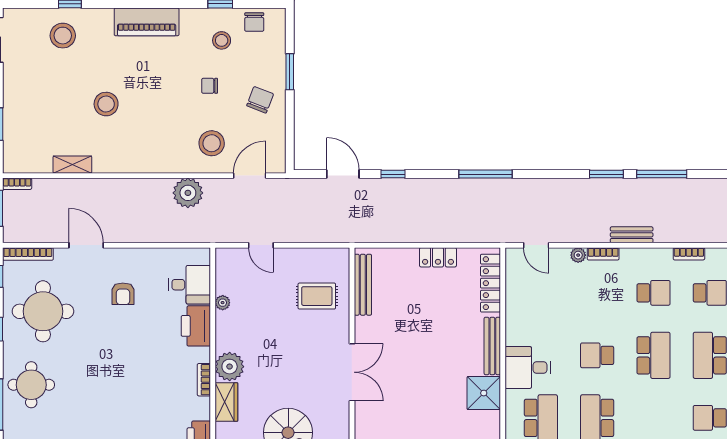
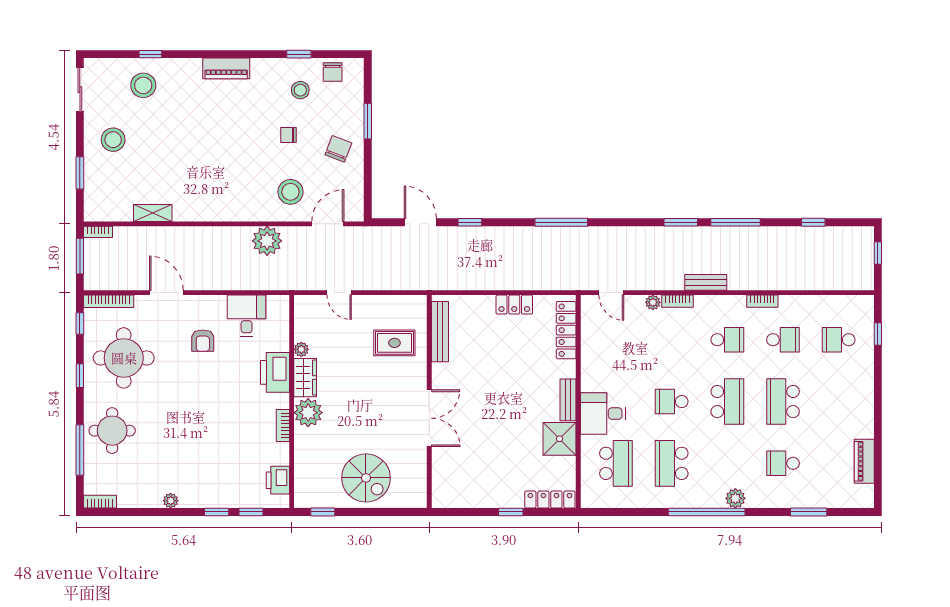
piano: (147, 22) -> (226, 68), width x0.73, depth x0.75
stool: (106, 104) -> (113, 140), moved
desk: (190, 285) -> (247, 316), moved, turned -90
bench: (492, 346) -> (568, 400), width x0.73
wardrobe: (226, 402) -> (305, 378), moved

